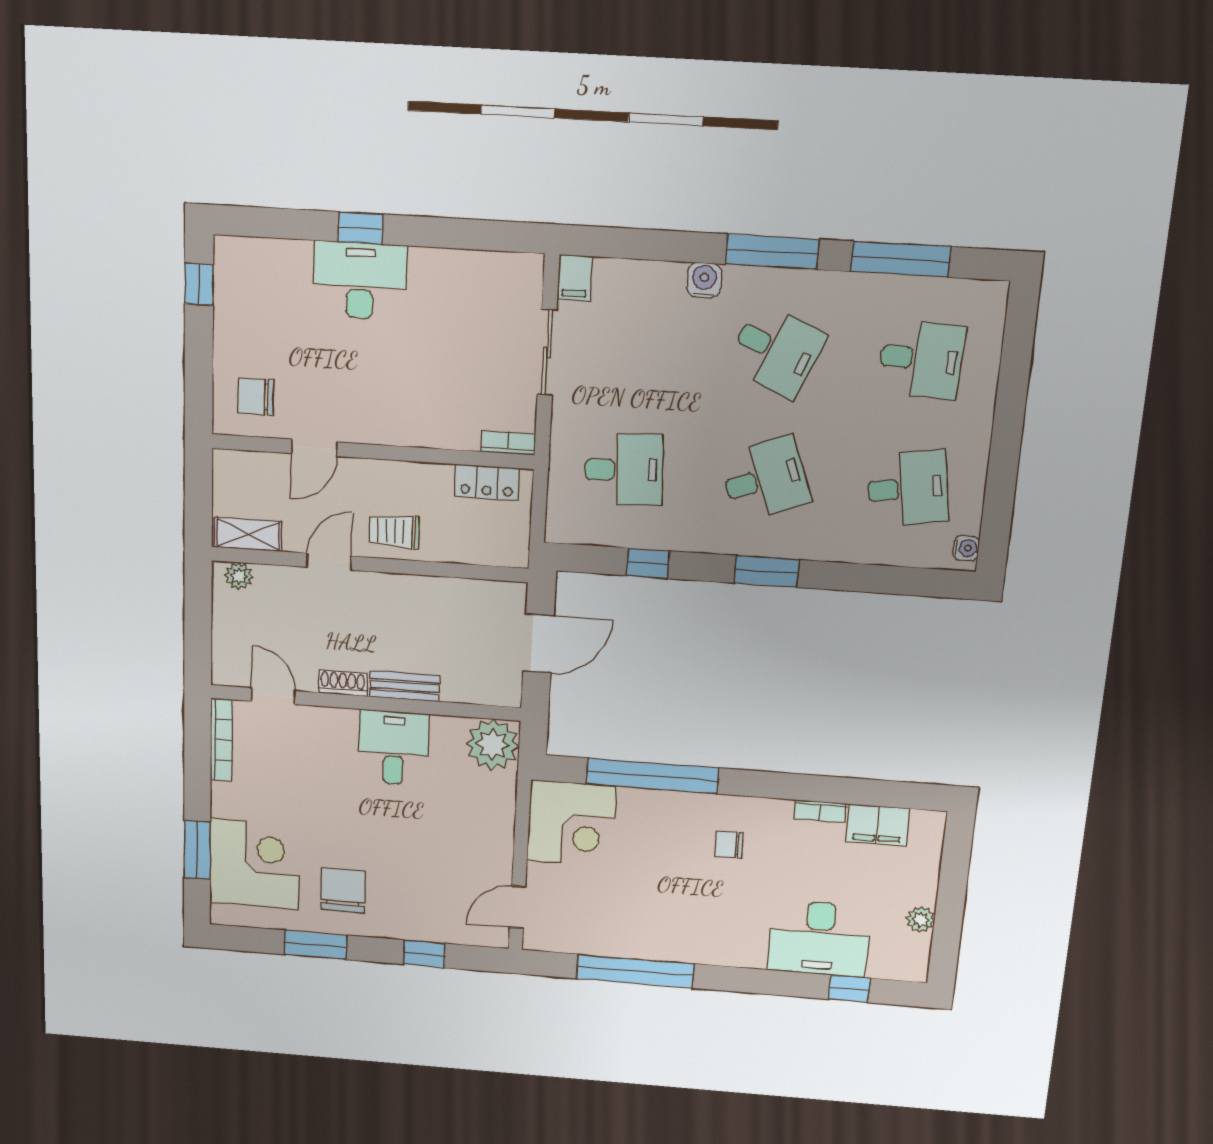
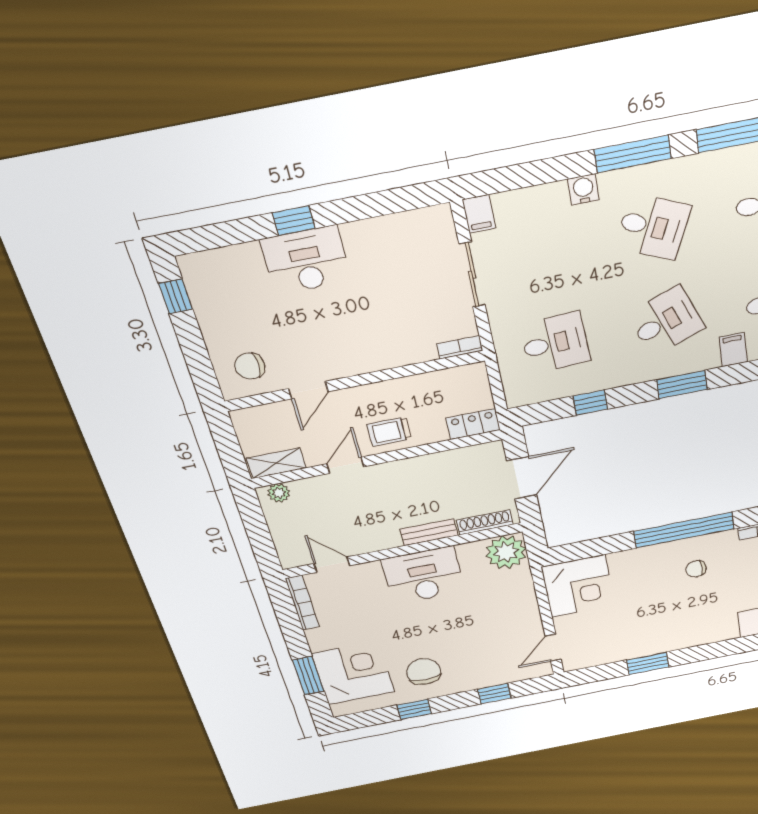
locker: (487, 482) -> (473, 424), moved, turned 180
filing cabinet: (840, 541) -> (733, 350), added
shoe rack: (343, 683) -> (485, 522), moved, width x1.43
desk: (394, 748) -> (423, 576), width x1.37
window: (652, 776) -> (684, 530), moved
window: (316, 945) -> (414, 709), width x0.67
window: (635, 971) -> (648, 663), width x0.47

